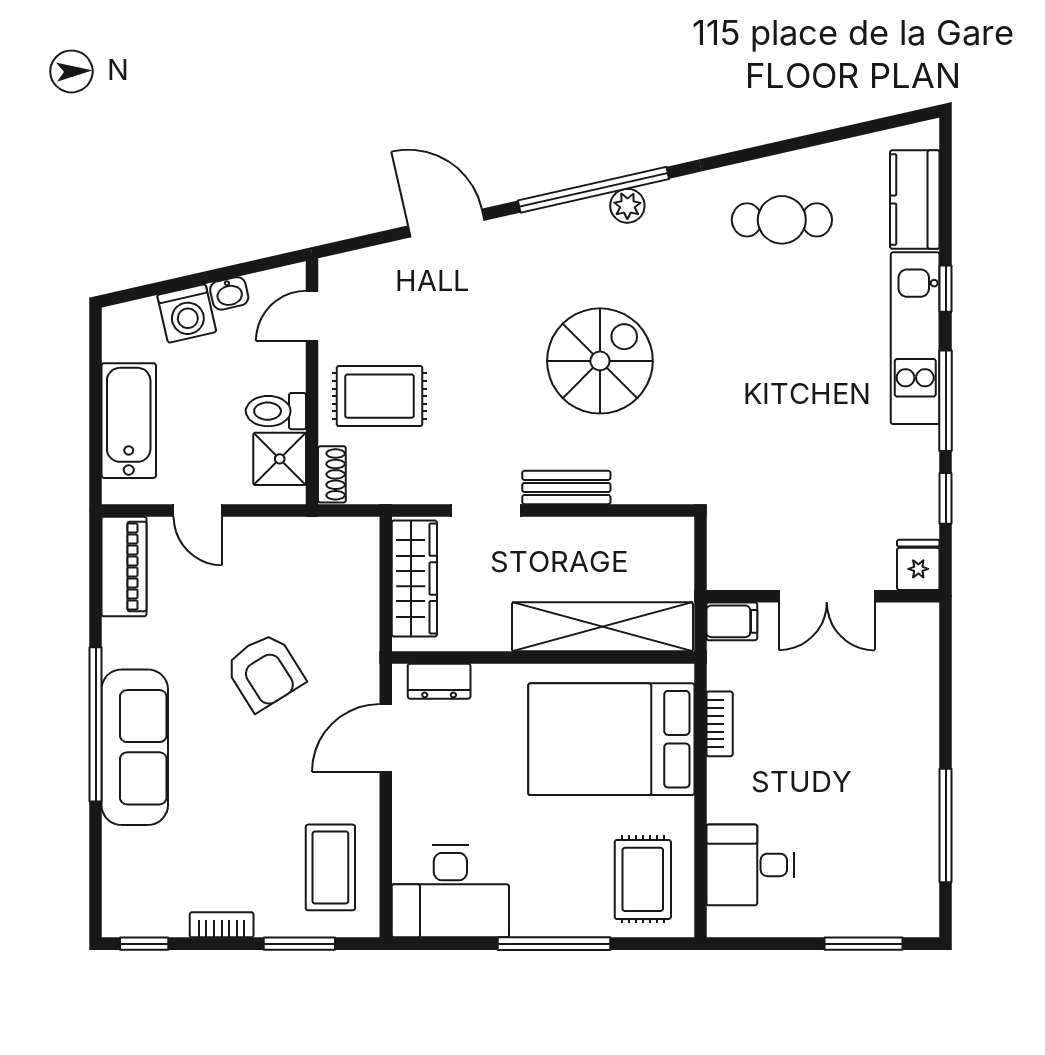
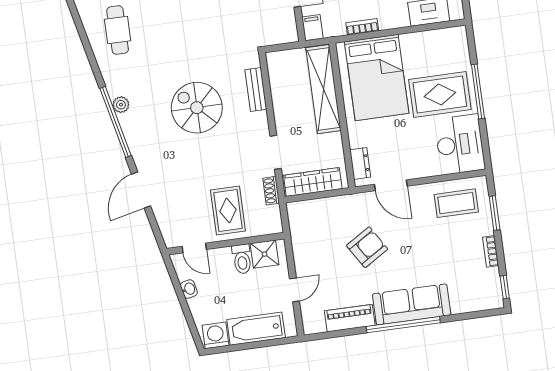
washing machine: (187, 314) -> (215, 335), moved, turned -77
shoe rack: (332, 474) -> (271, 191), moved, turned -90
bench: (566, 487) -> (256, 89), moved
piano: (124, 566) -> (350, 318), moved
rug: (643, 879) -> (440, 95), moved, width x1.36, depth x1.43

